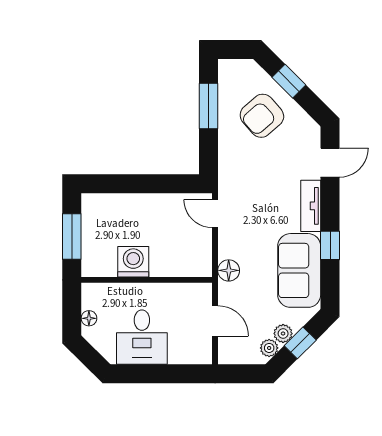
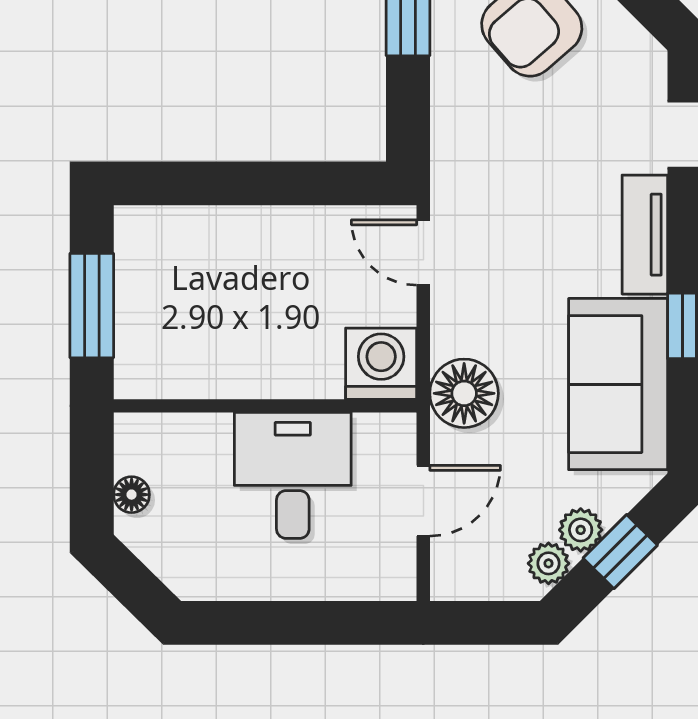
washing machine: (133, 262) -> (381, 364), moved
floor lamp: (229, 270) -> (464, 393), width x1.38, depth x1.38
door: (215, 321) -> (423, 501), hinge flipped
desk: (142, 337) -> (293, 475), moved, turned 180

